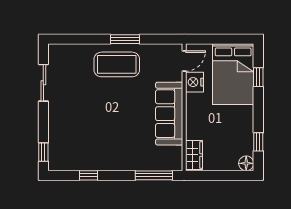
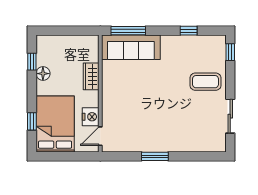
coffee table: (117, 64) -> (205, 82), moved, width x0.73, depth x0.76
sofa: (169, 114) -> (131, 47), moved, turned 90
wardrobe: (194, 155) -> (91, 76), moved
floor lamp: (246, 163) -> (43, 74), moved

